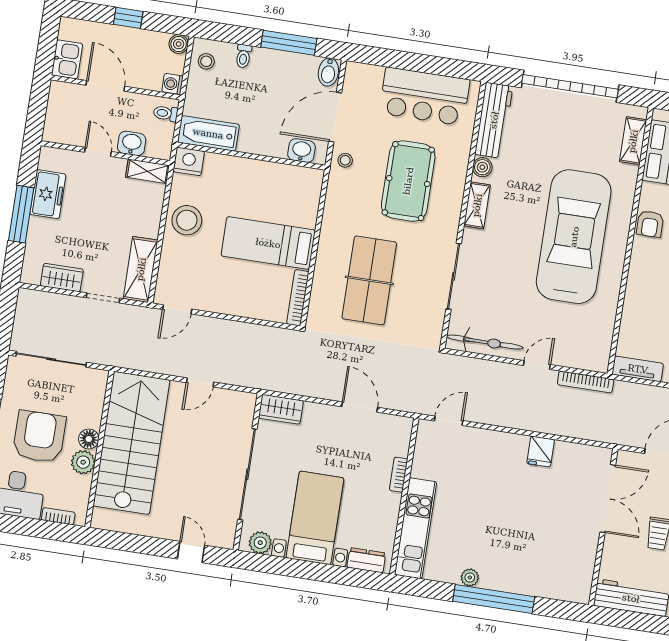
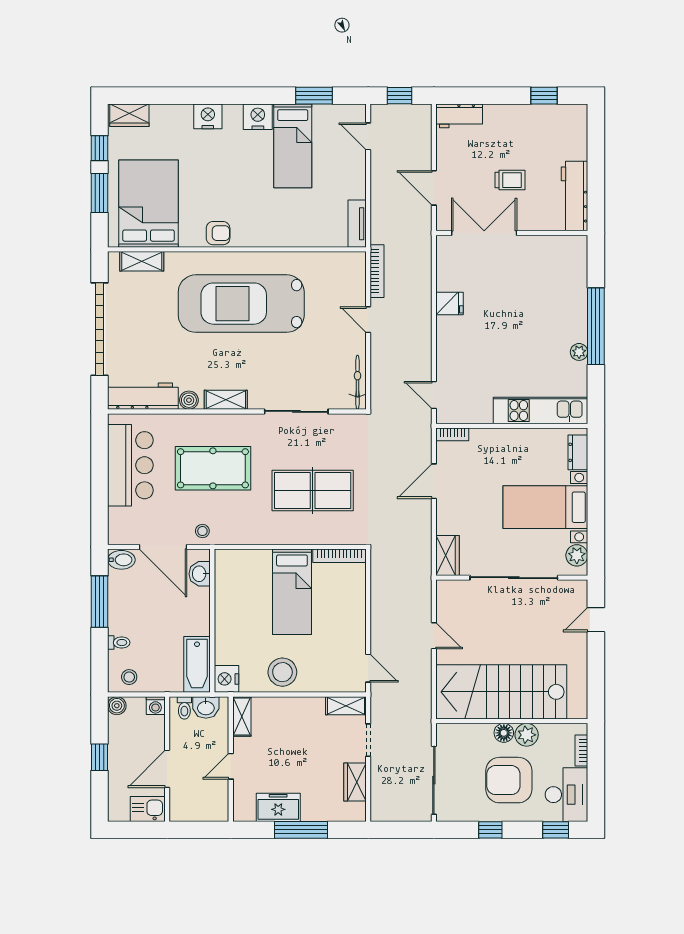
washbasin: (132, 143) -> (206, 707), moved, turned -90
shelving: (141, 269) -> (346, 706), width x0.67, depth x0.75
bicycle: (485, 342) -> (358, 382), width x0.73, depth x0.71
bookcase: (399, 475) -> (452, 434), moved

